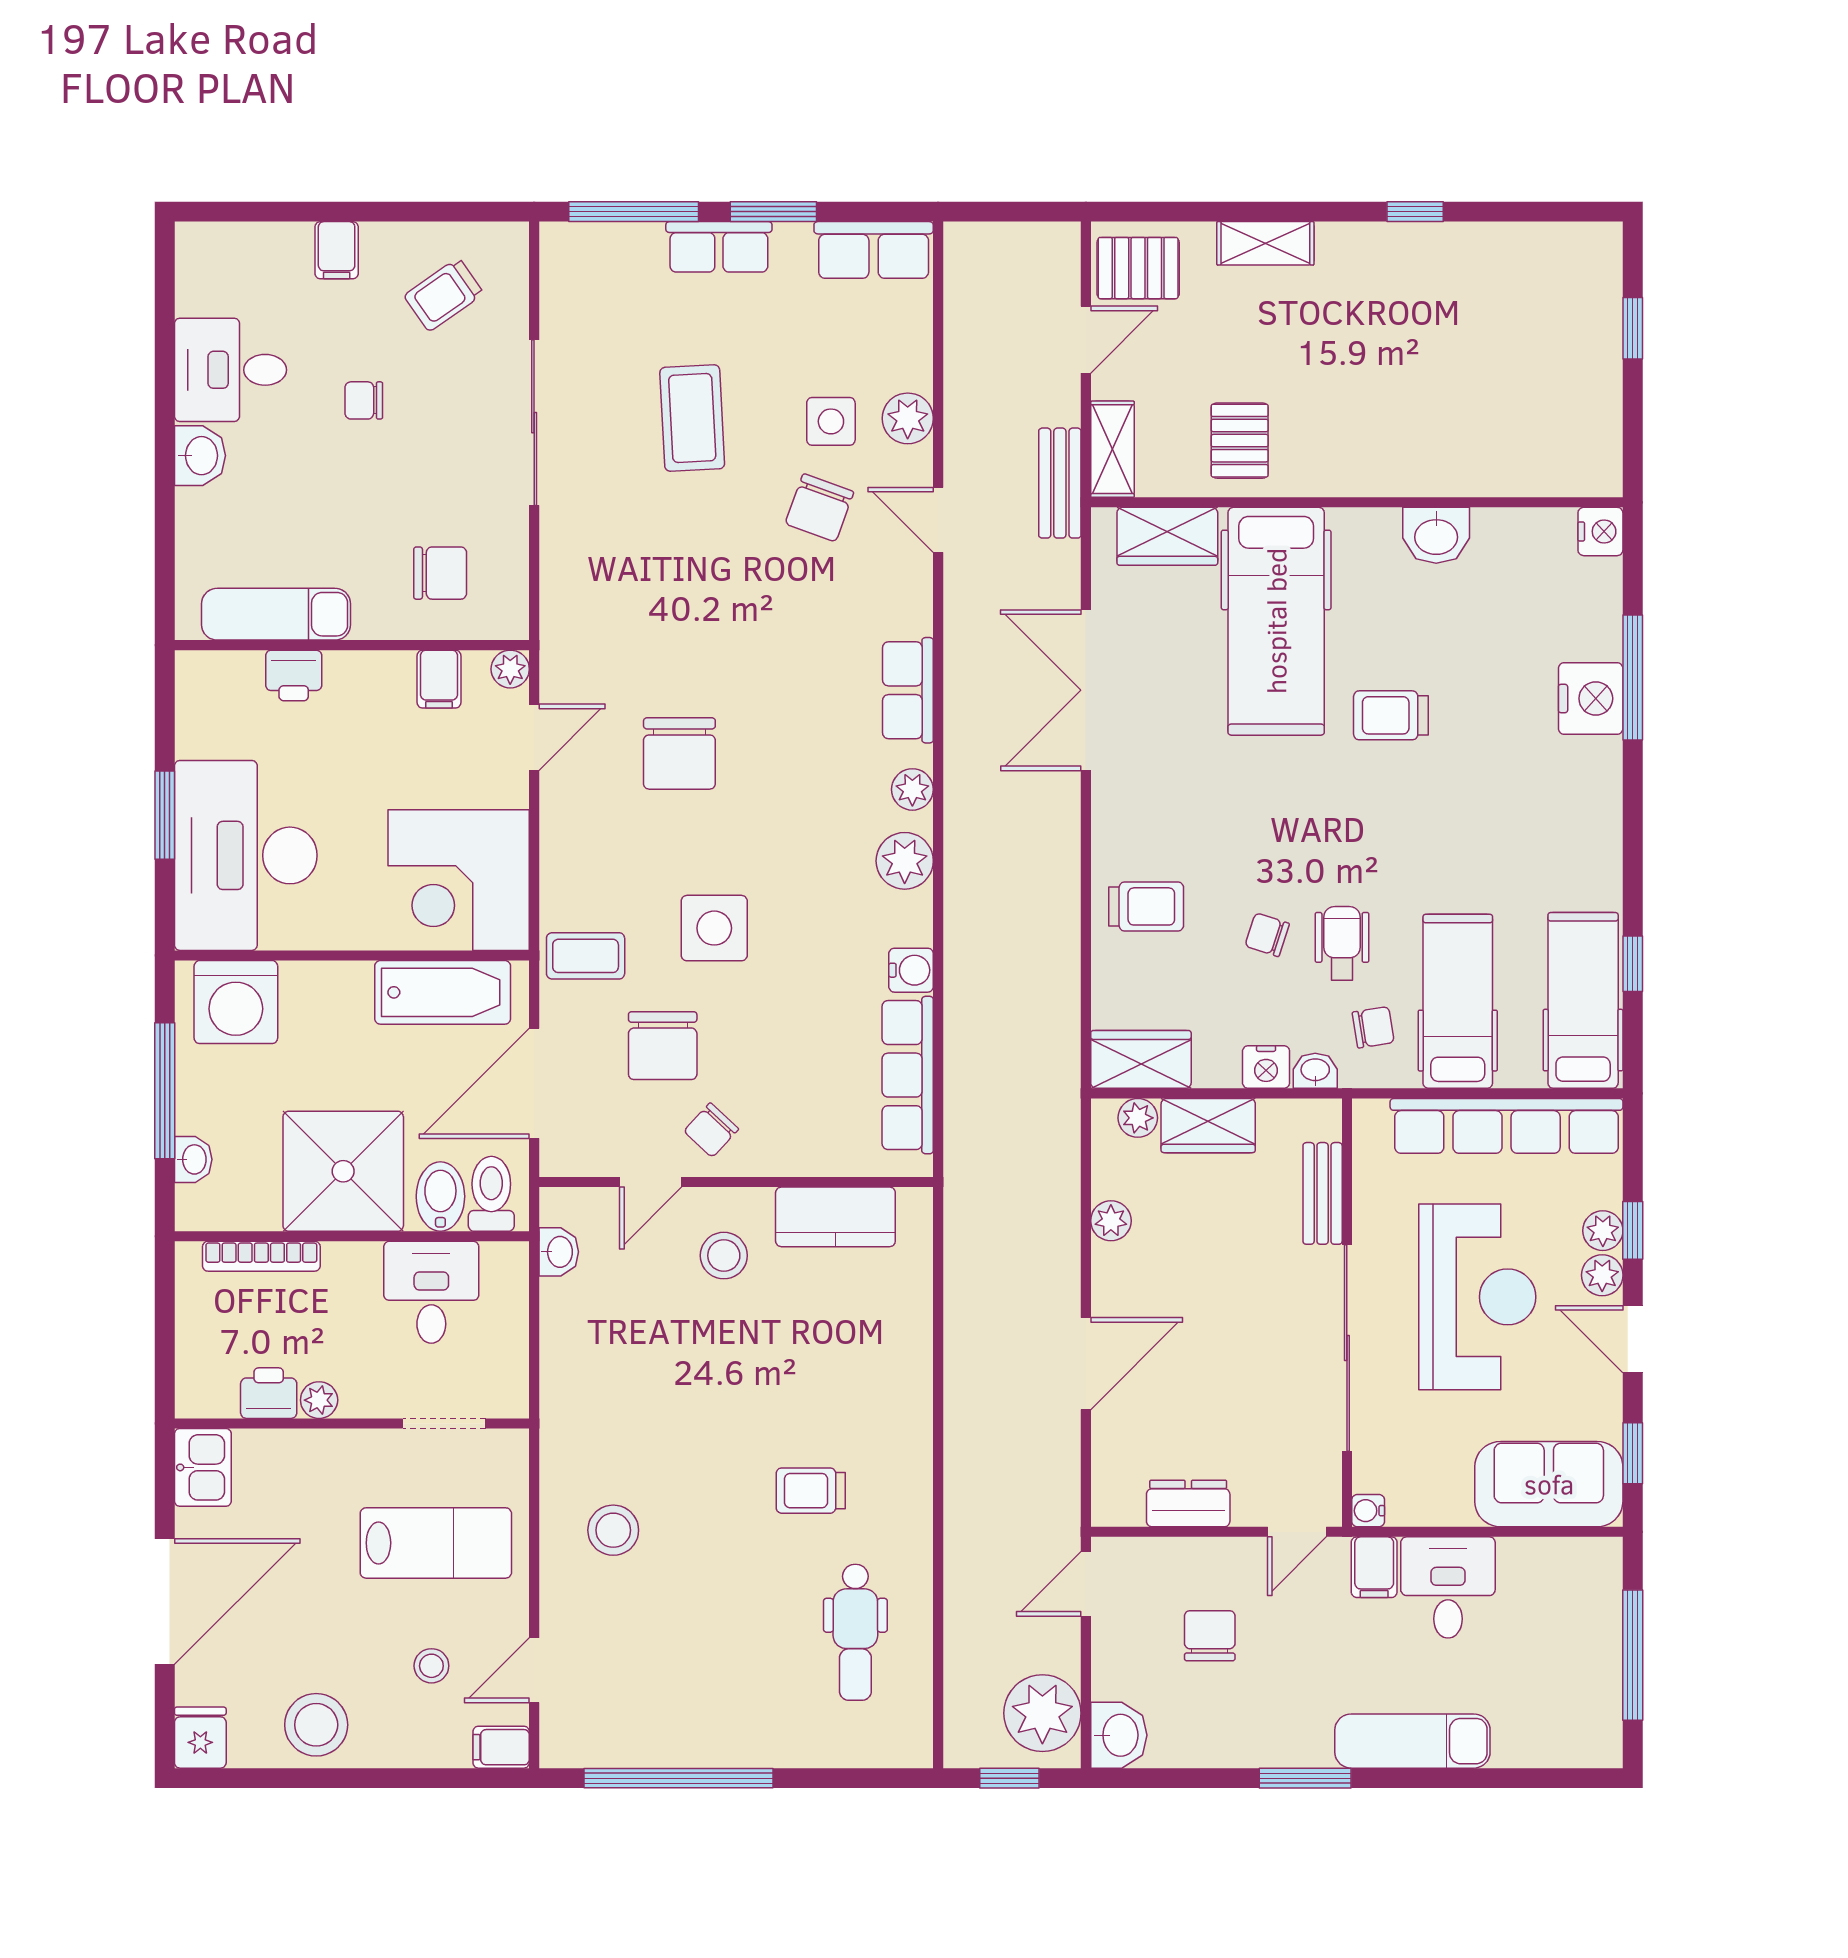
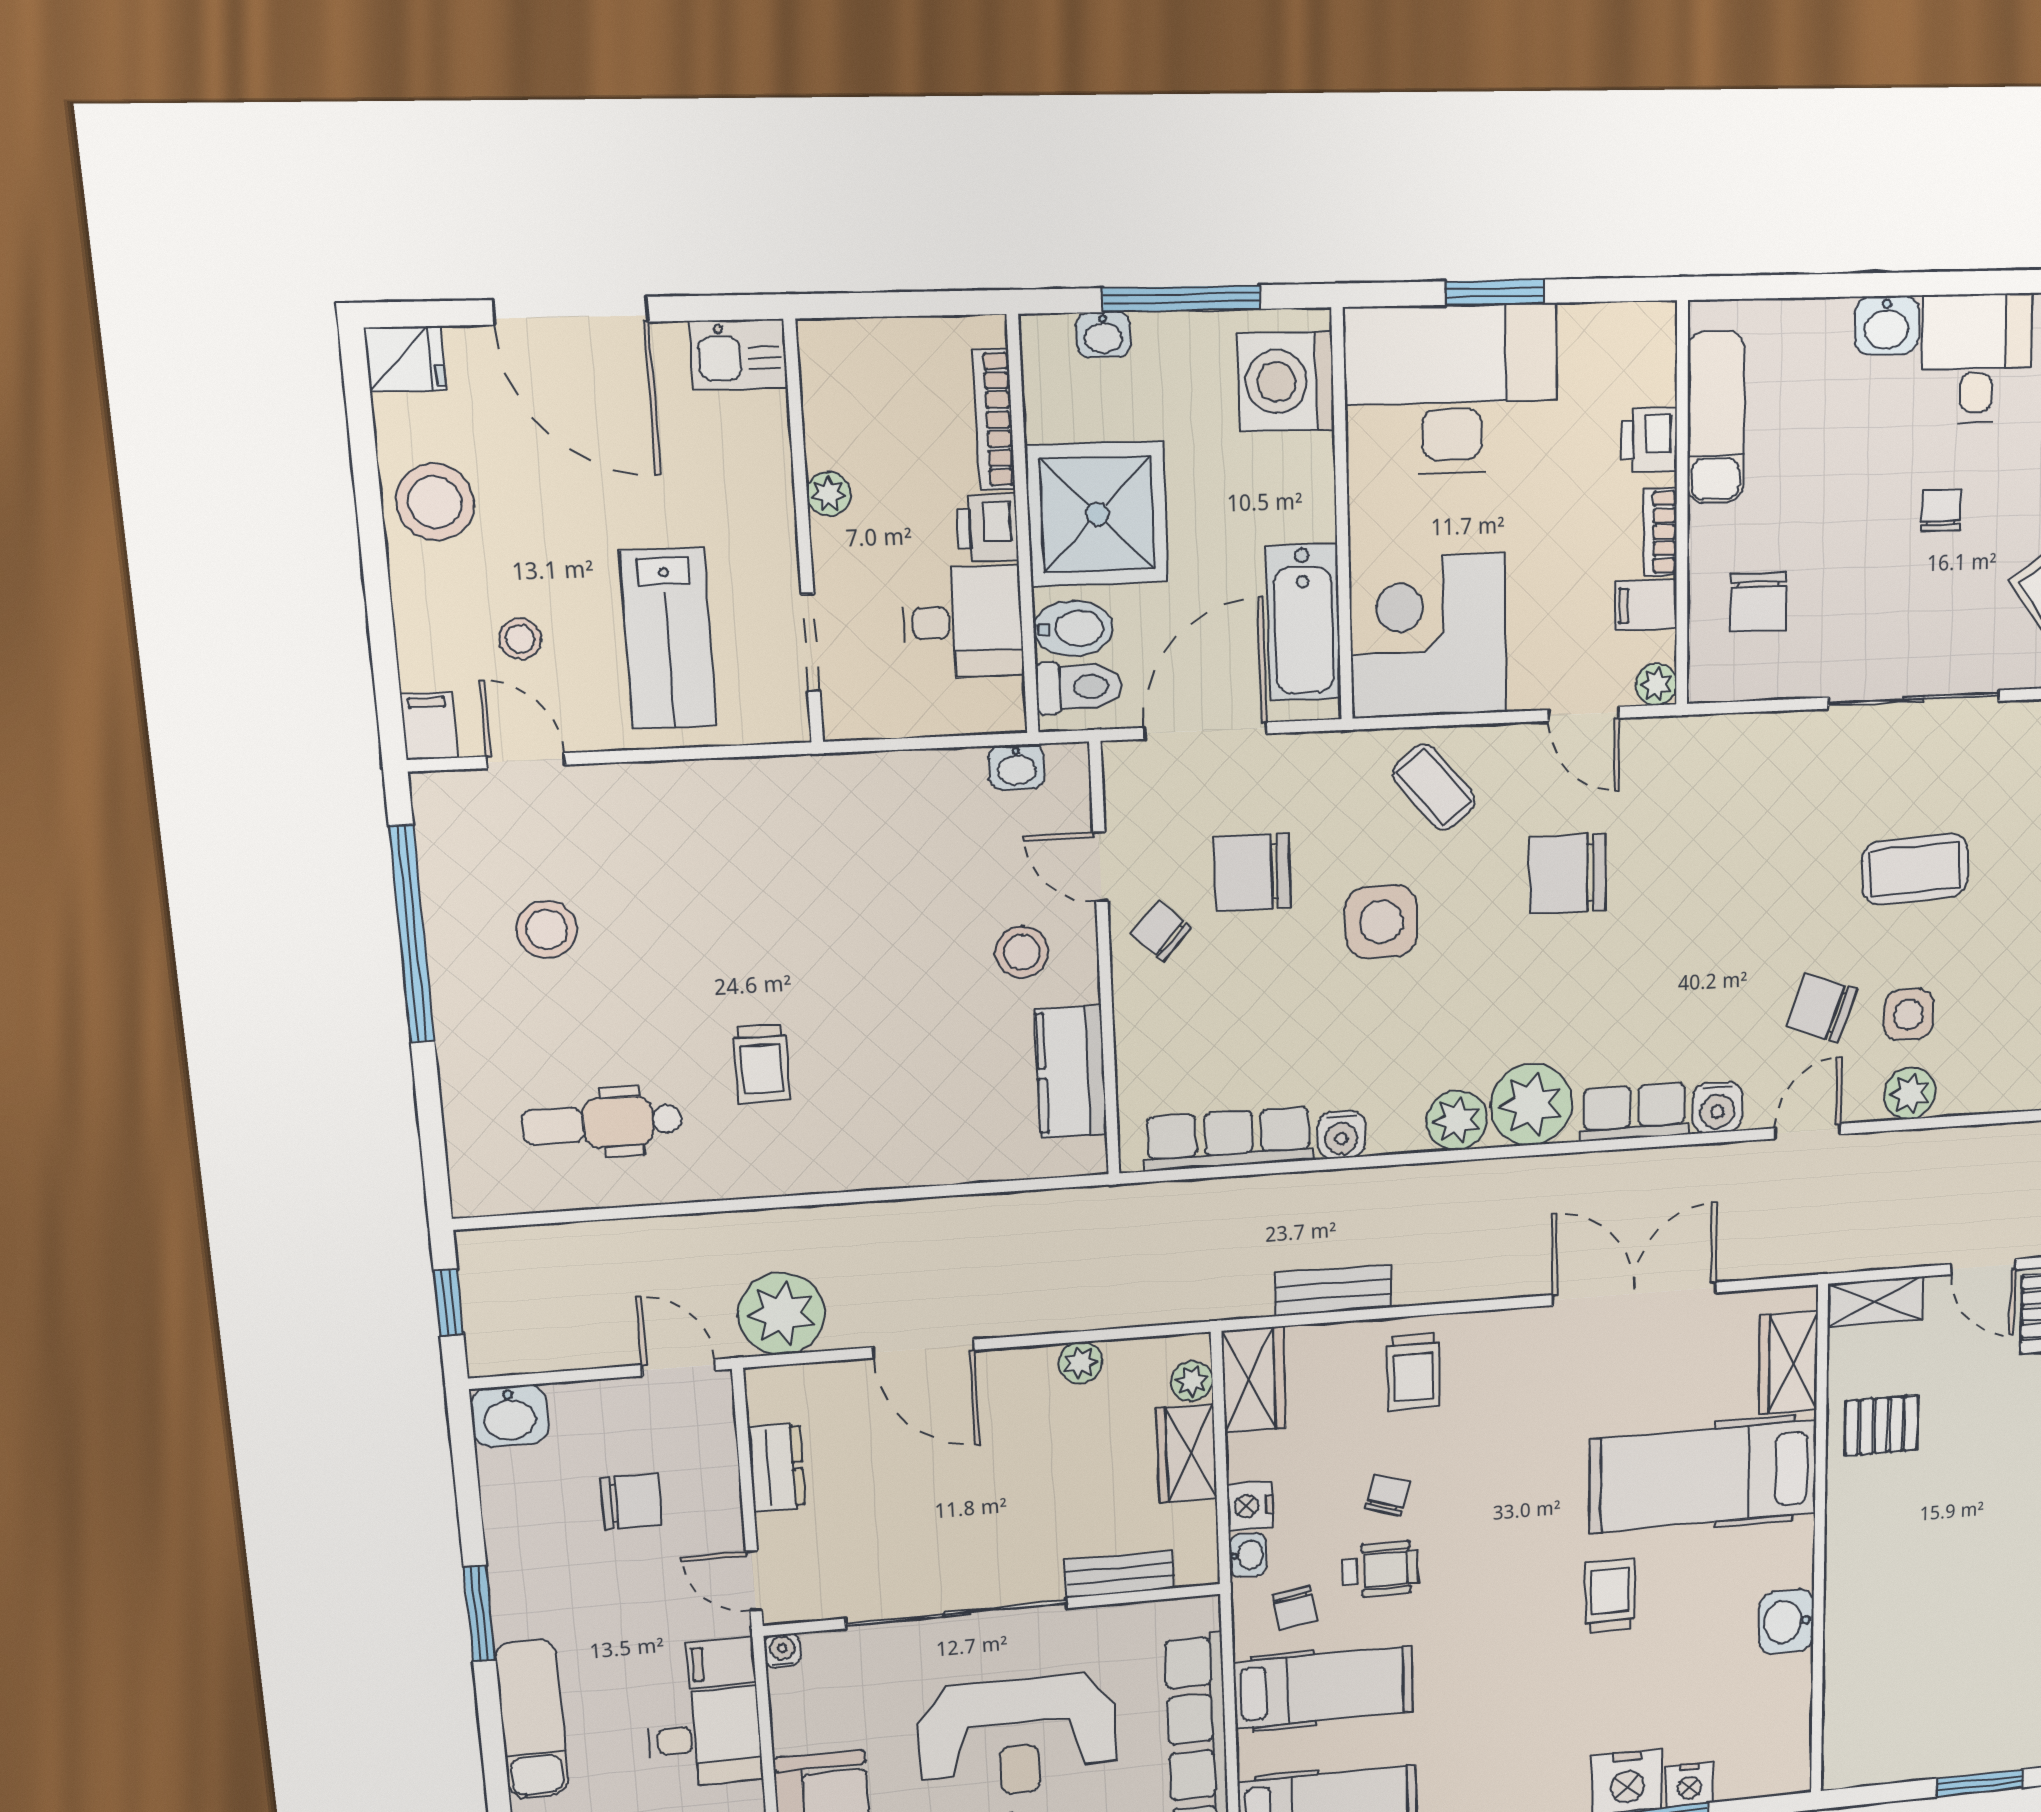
window: (1633, 328) -> (1980, 1783), width x1.50
bench: (1060, 483) -> (1333, 1290), moved
nightstand: (1600, 531) -> (1689, 1785), moved
water cooler: (909, 609) -> (1717, 1107), added
bookcase: (375, 665) -> (1660, 532), added
plant: (912, 789) -> (1531, 1105), width x1.87, depth x1.87
coffee table: (586, 956) -> (1434, 787), moved, turned -40
door: (534, 1083) -> (1205, 731), hinge flipped
printer: (269, 1393) -> (988, 528), moved, turned 180
trolley: (811, 1491) -> (762, 1064), turned 180
stool: (613, 1530) -> (547, 929), moved
plant: (1042, 1713) -> (781, 1314), moved

